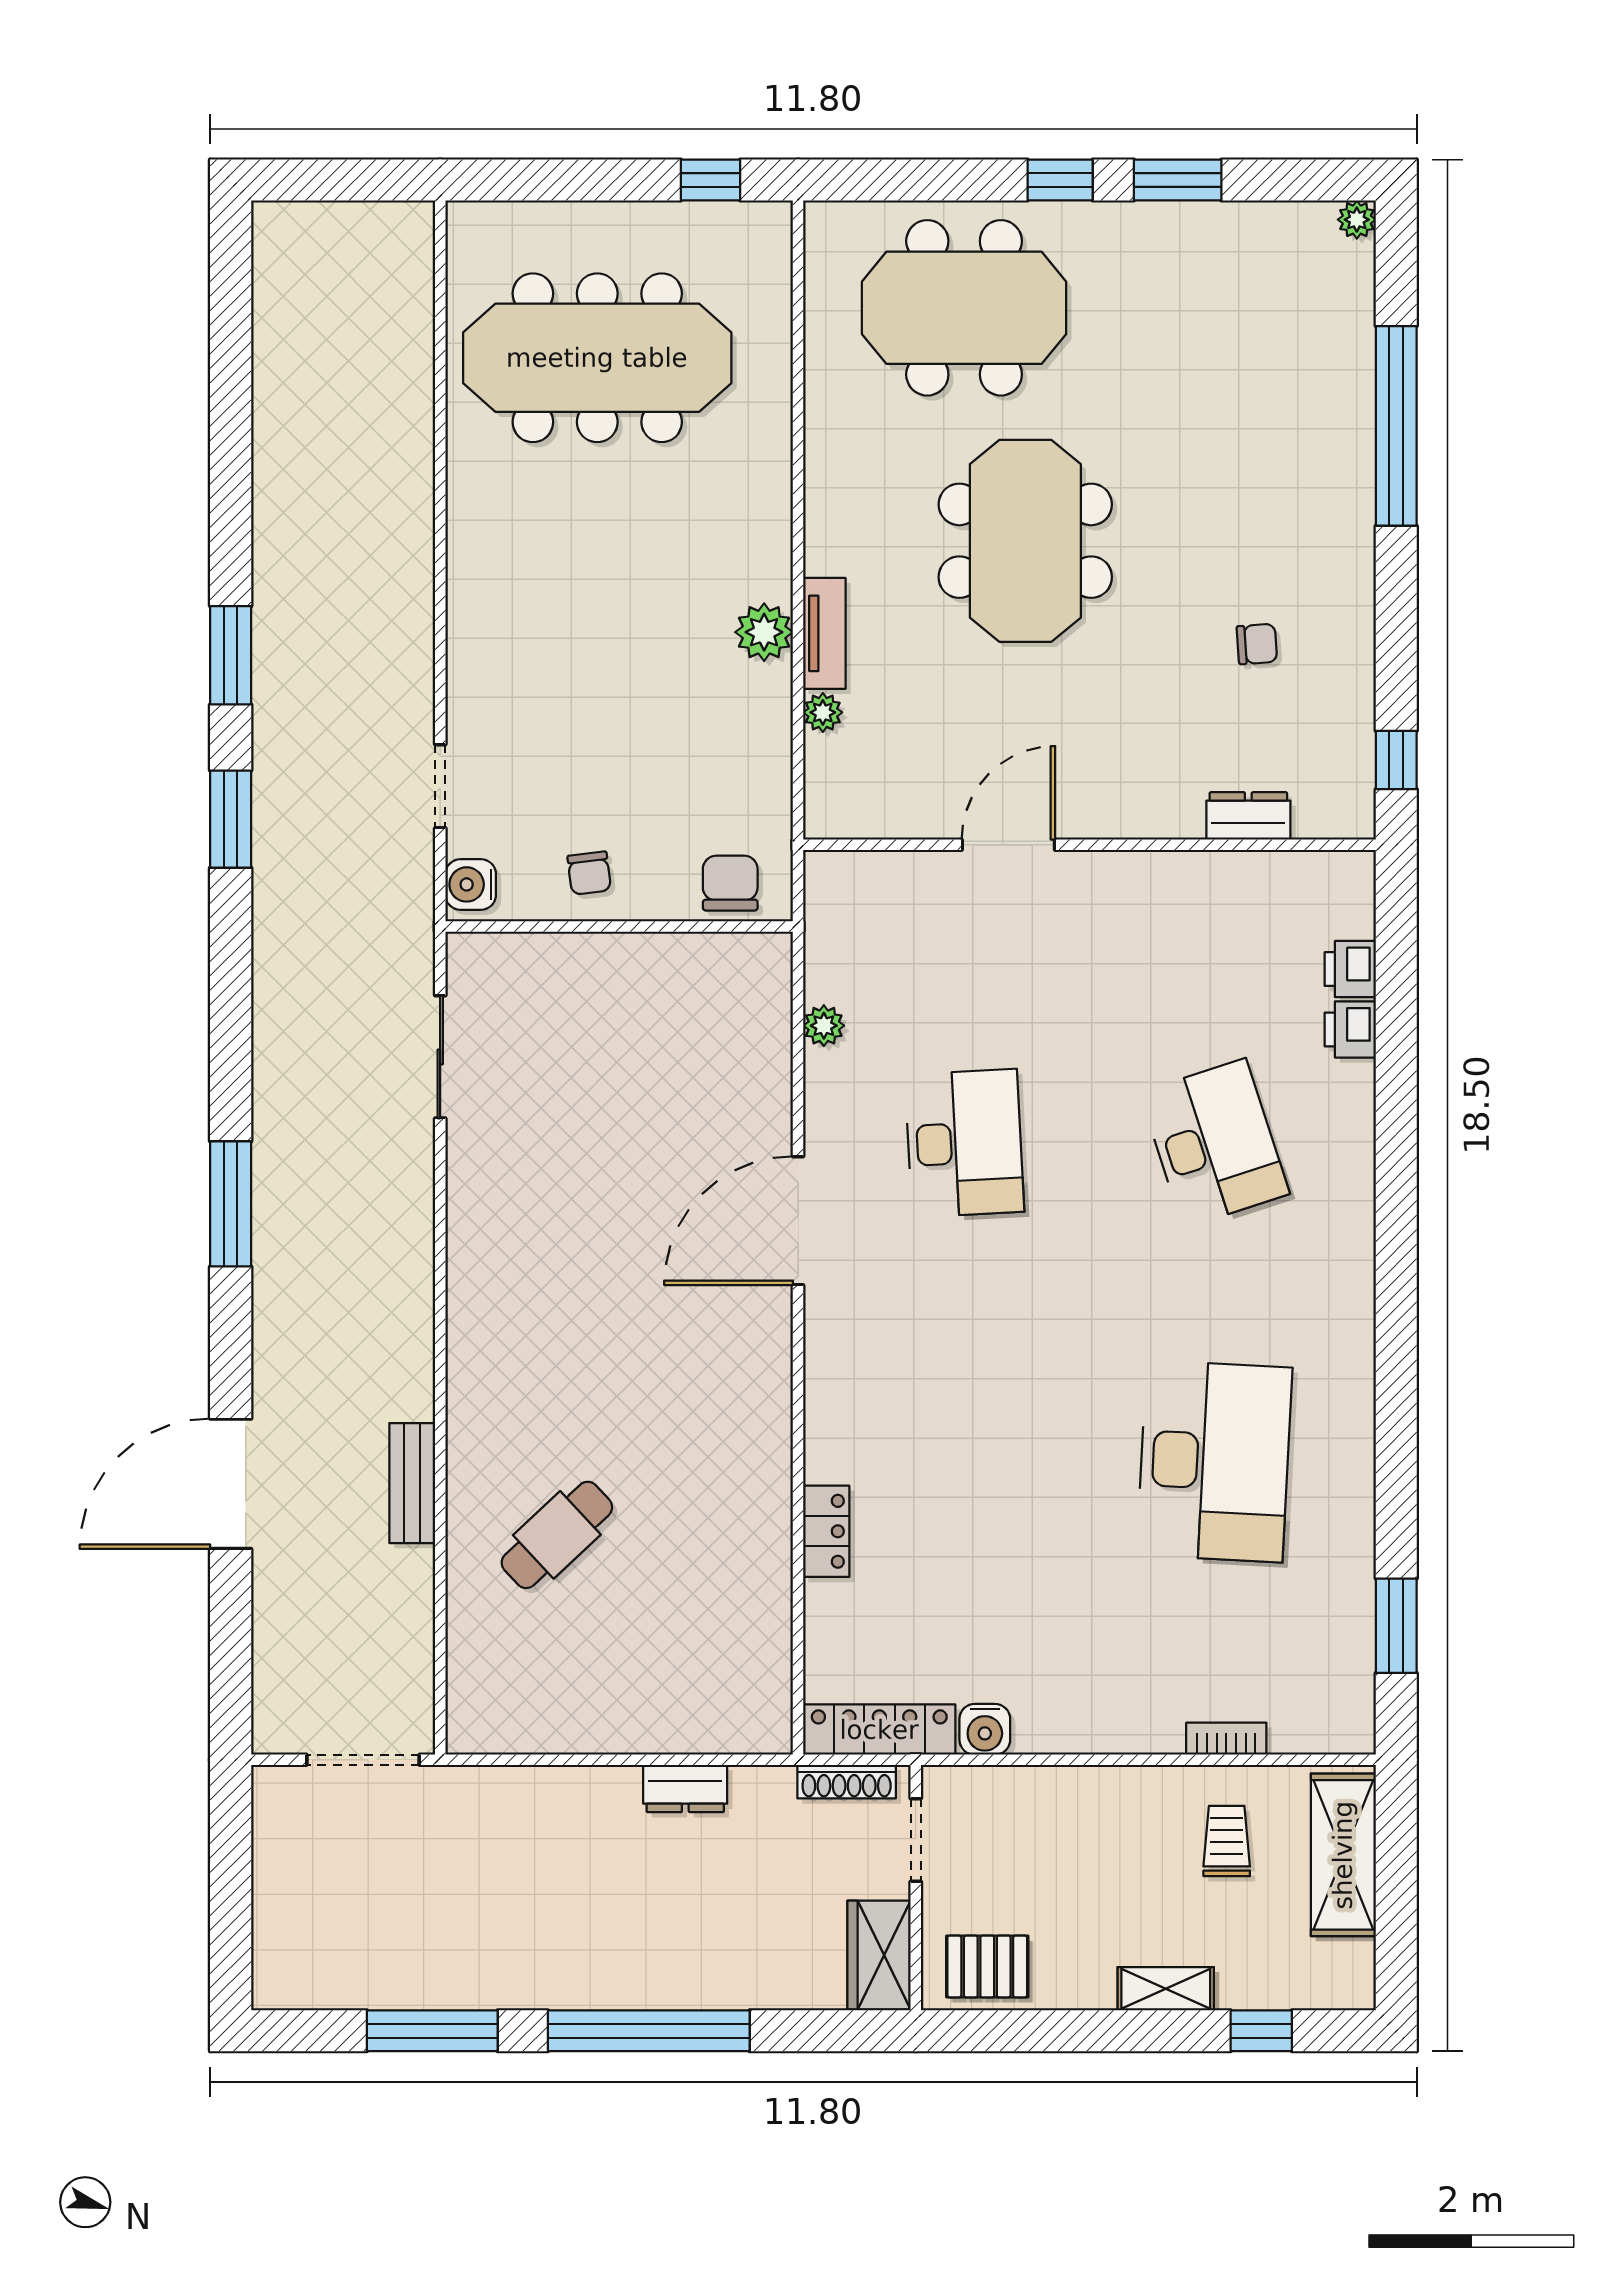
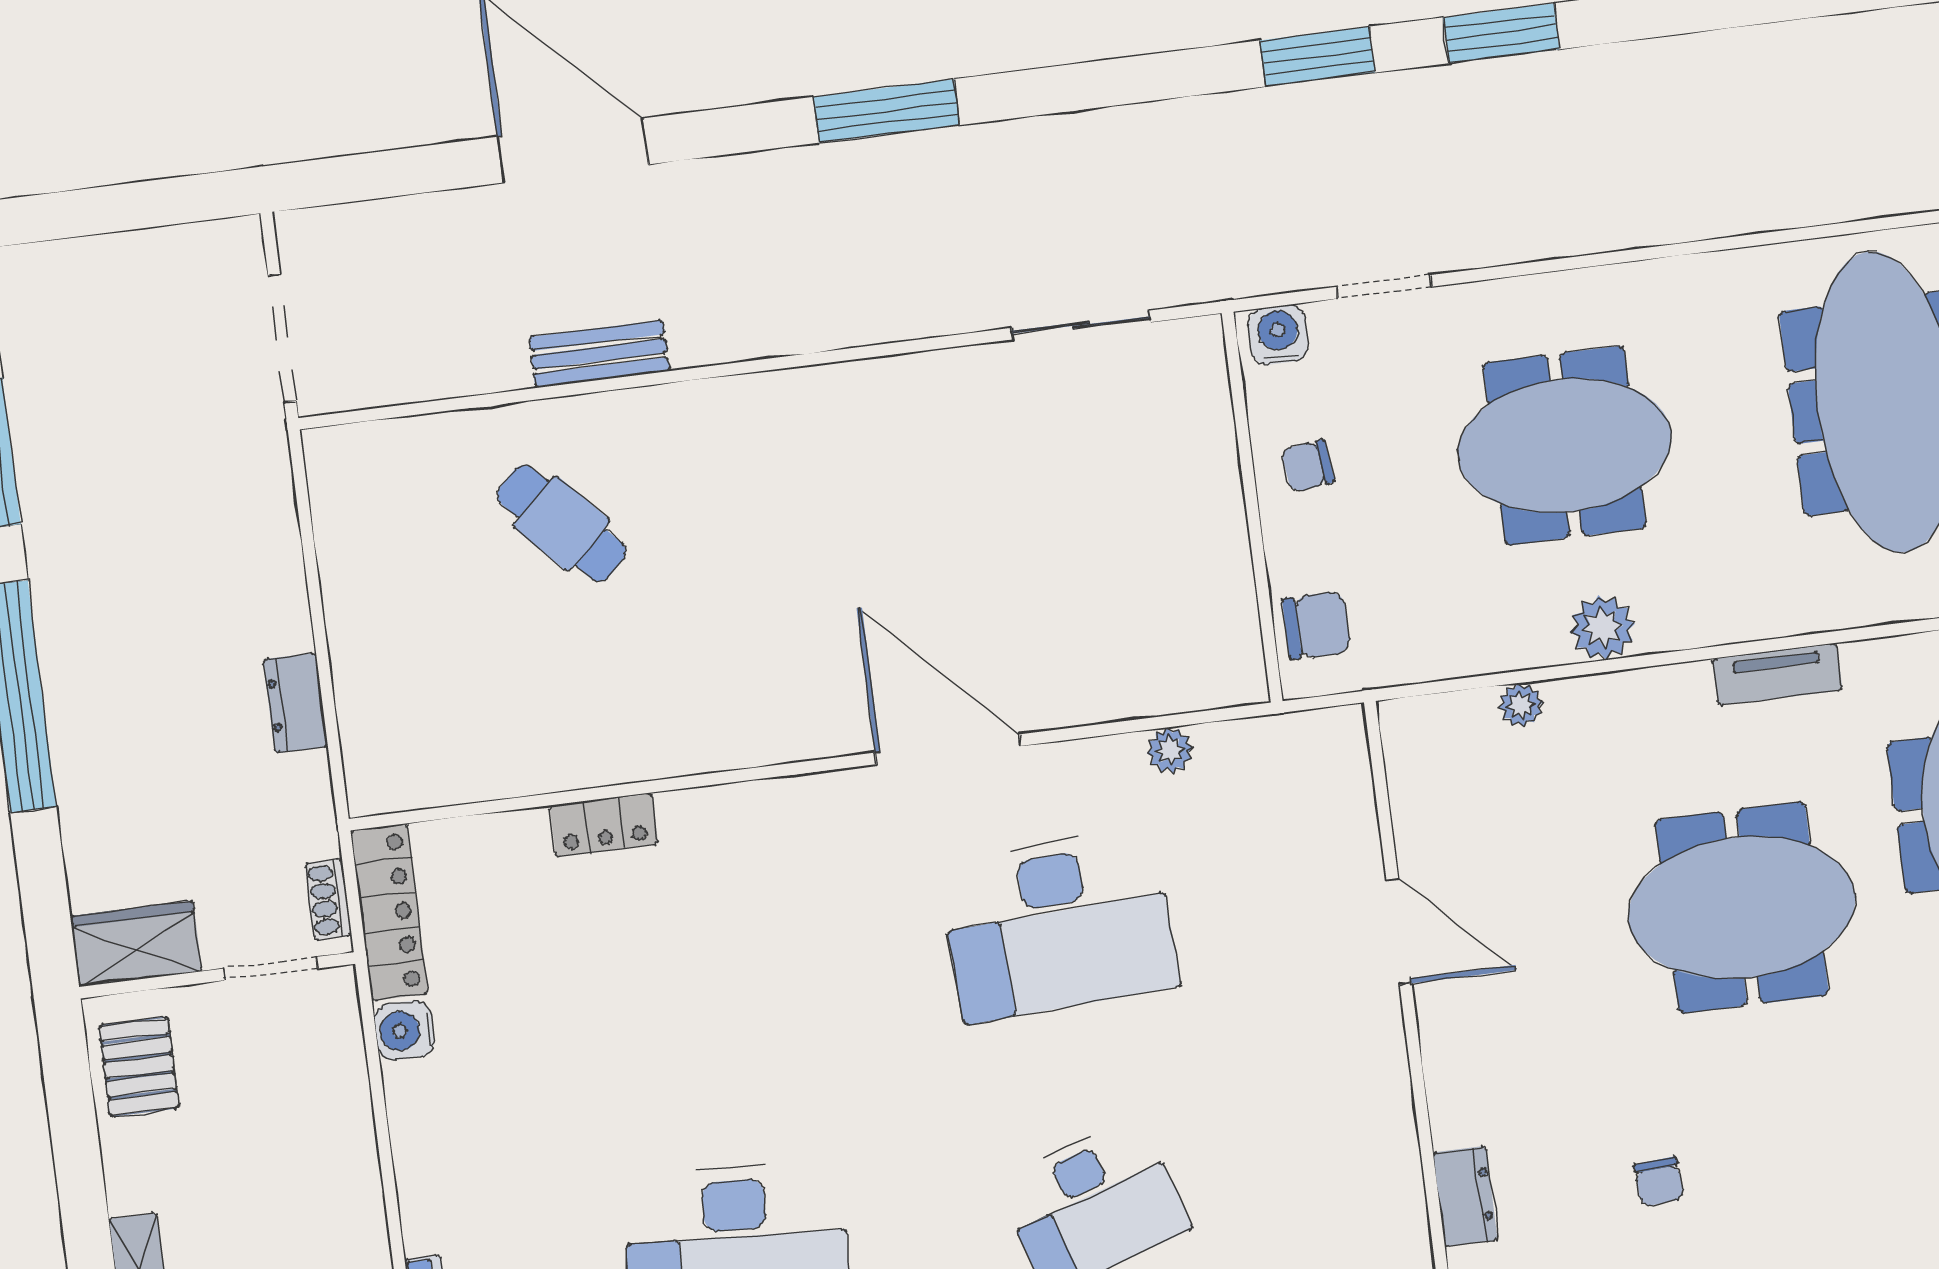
tv unit: (824, 633) -> (1777, 674), moved
meeting table: (600, 645) -> (1565, 446), added
desk: (964, 1143) -> (1058, 925), width x1.36, depth x1.30
shoe rack: (847, 1782) -> (328, 899), width x0.70

